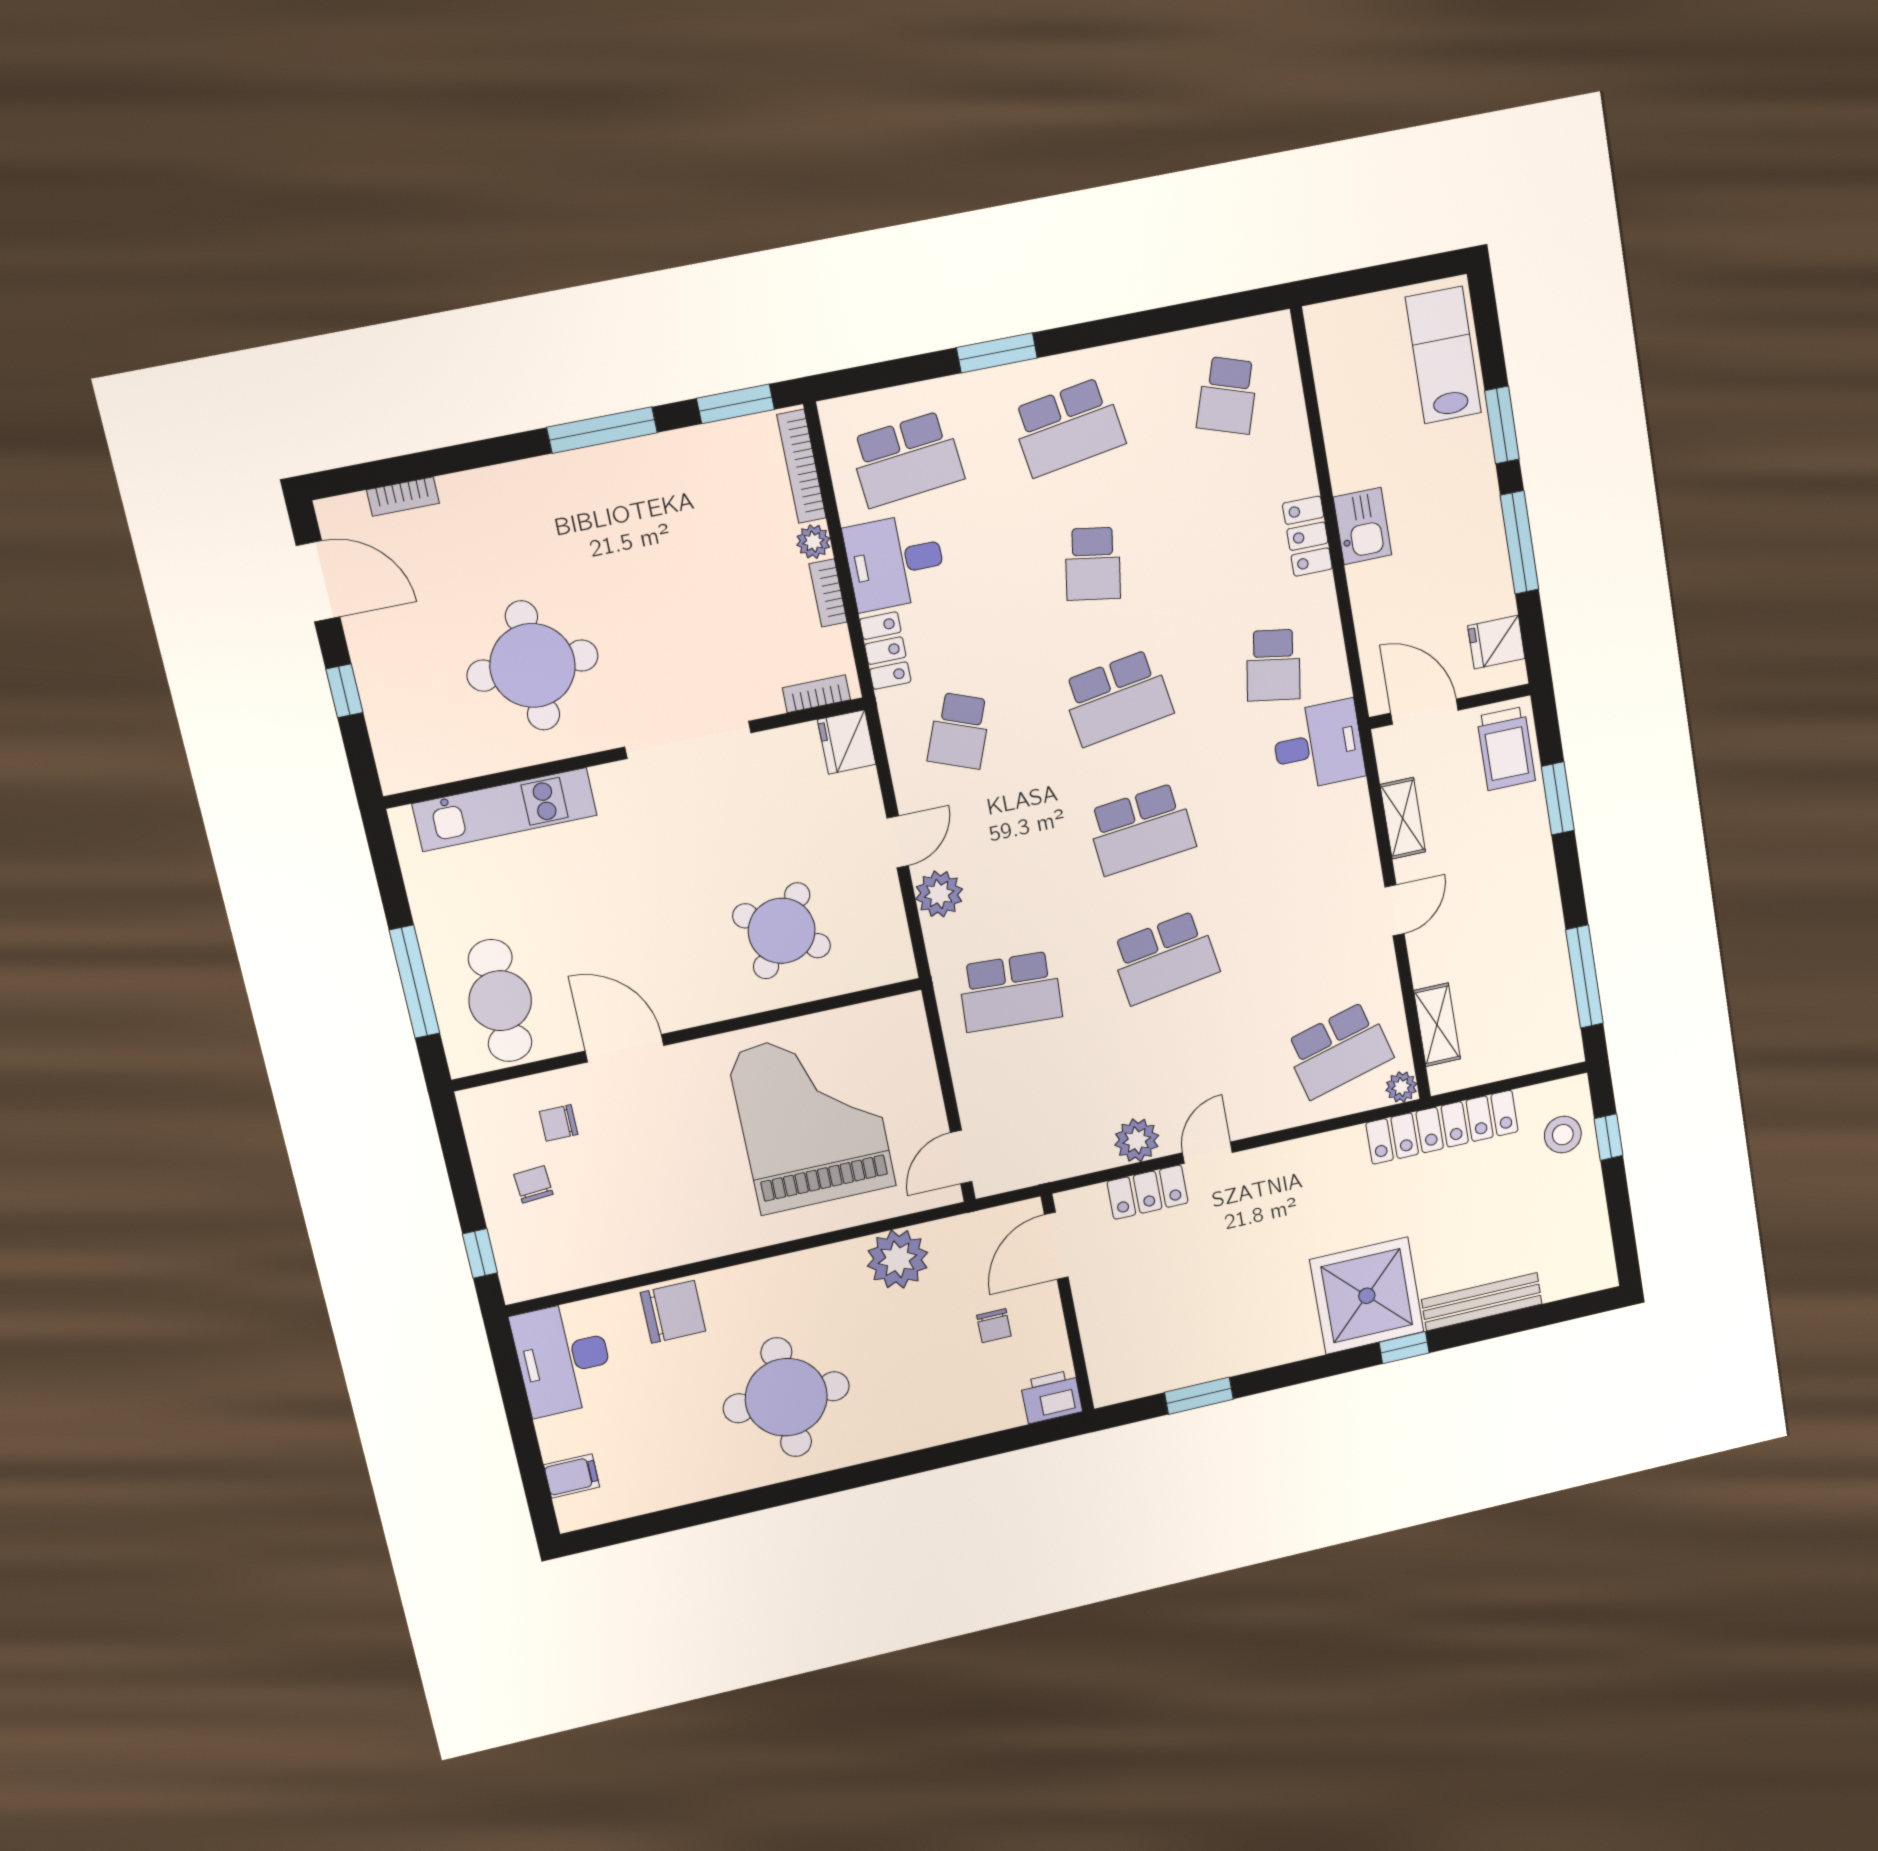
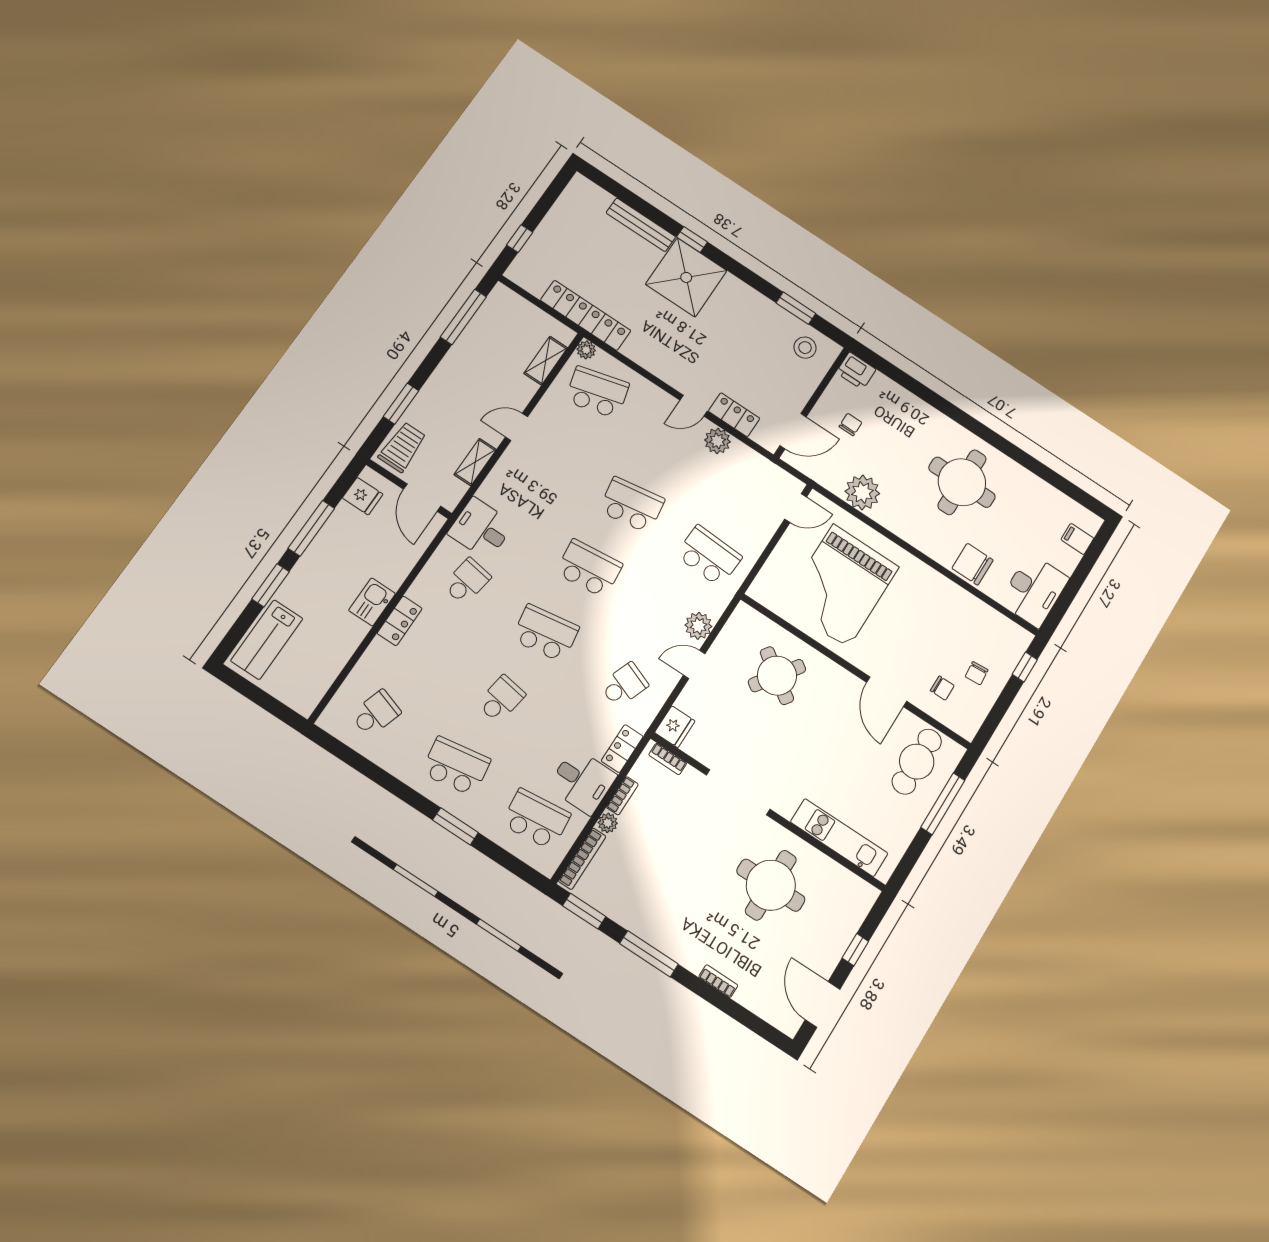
bookcase: (403, 497) -> (718, 981), moved
stool: (1563, 1135) -> (805, 348), moved

